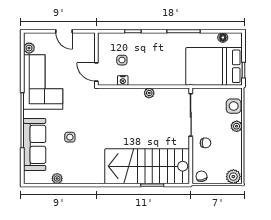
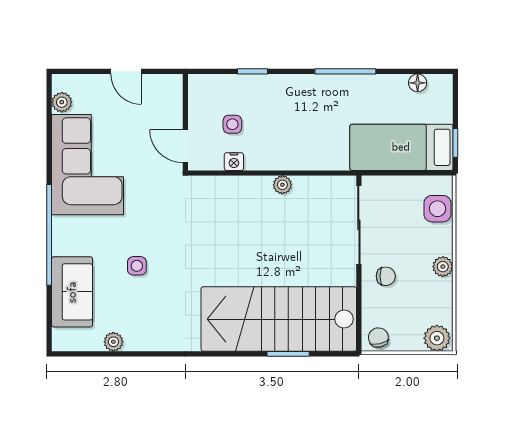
bed: (214, 66) -> (401, 147), width x0.67
plant: (237, 126) -> (443, 267), moved
sofa: (35, 144) -> (72, 292), width x0.73

